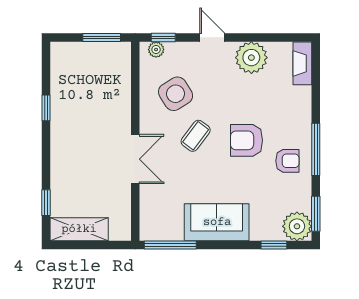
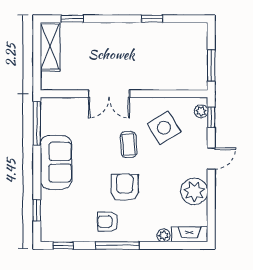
coffee table: (196, 136) -> (129, 145), turned 49
armchair: (287, 161) -> (108, 222), turned 90
window: (316, 214) -> (63, 245), width x0.67
plant: (297, 226) -> (164, 235), moved, width x0.53, depth x0.53

